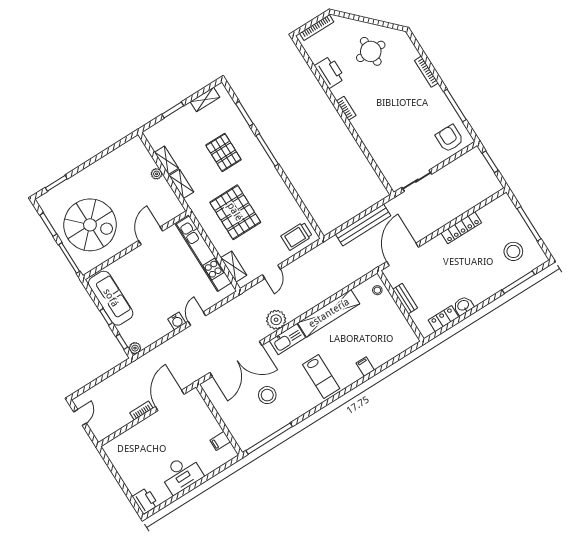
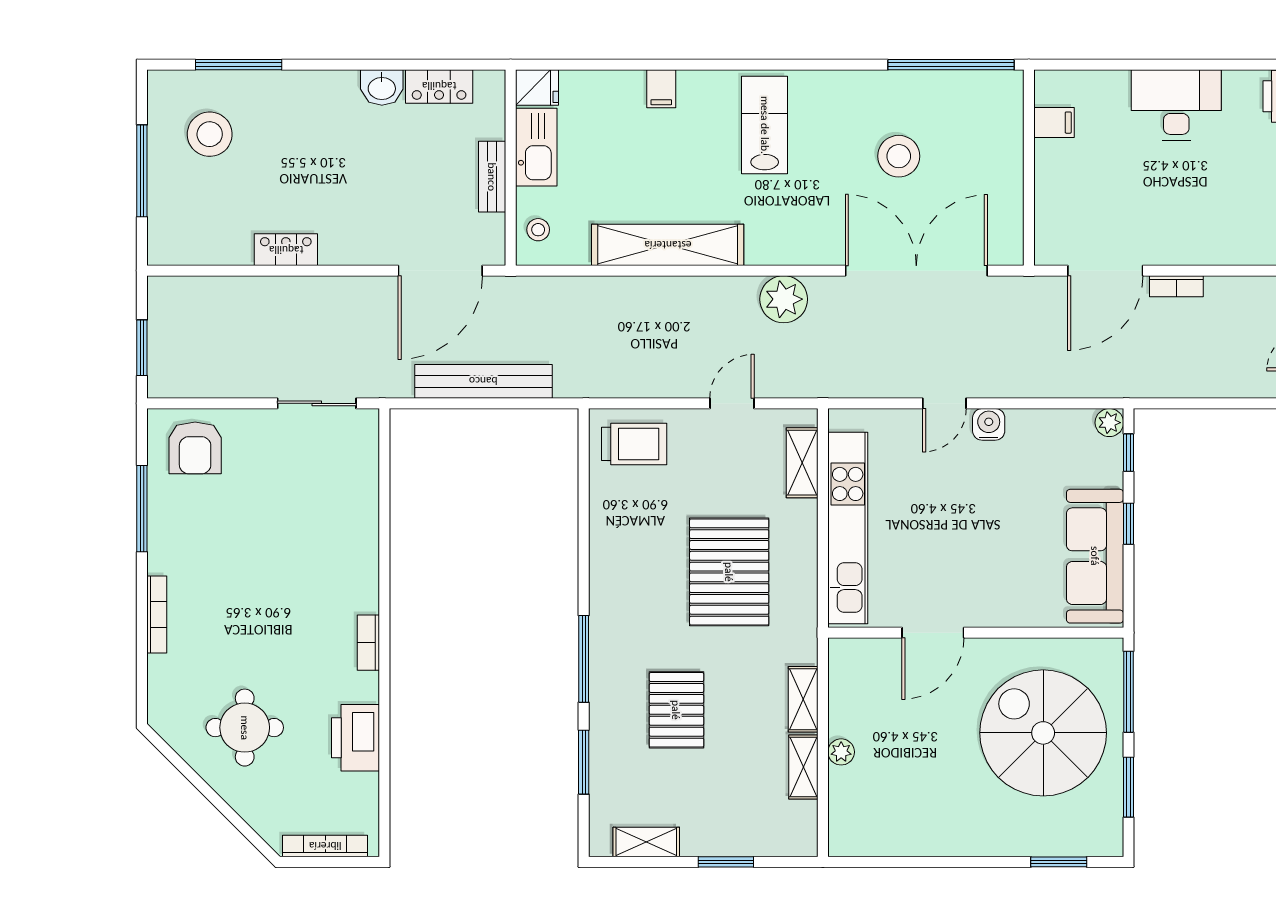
locker: (461, 228) -> (286, 250), width x0.66
kitchen sink: (287, 339) -> (536, 147), moved, turned 90
fridge: (409, 340) -> (537, 87), added

